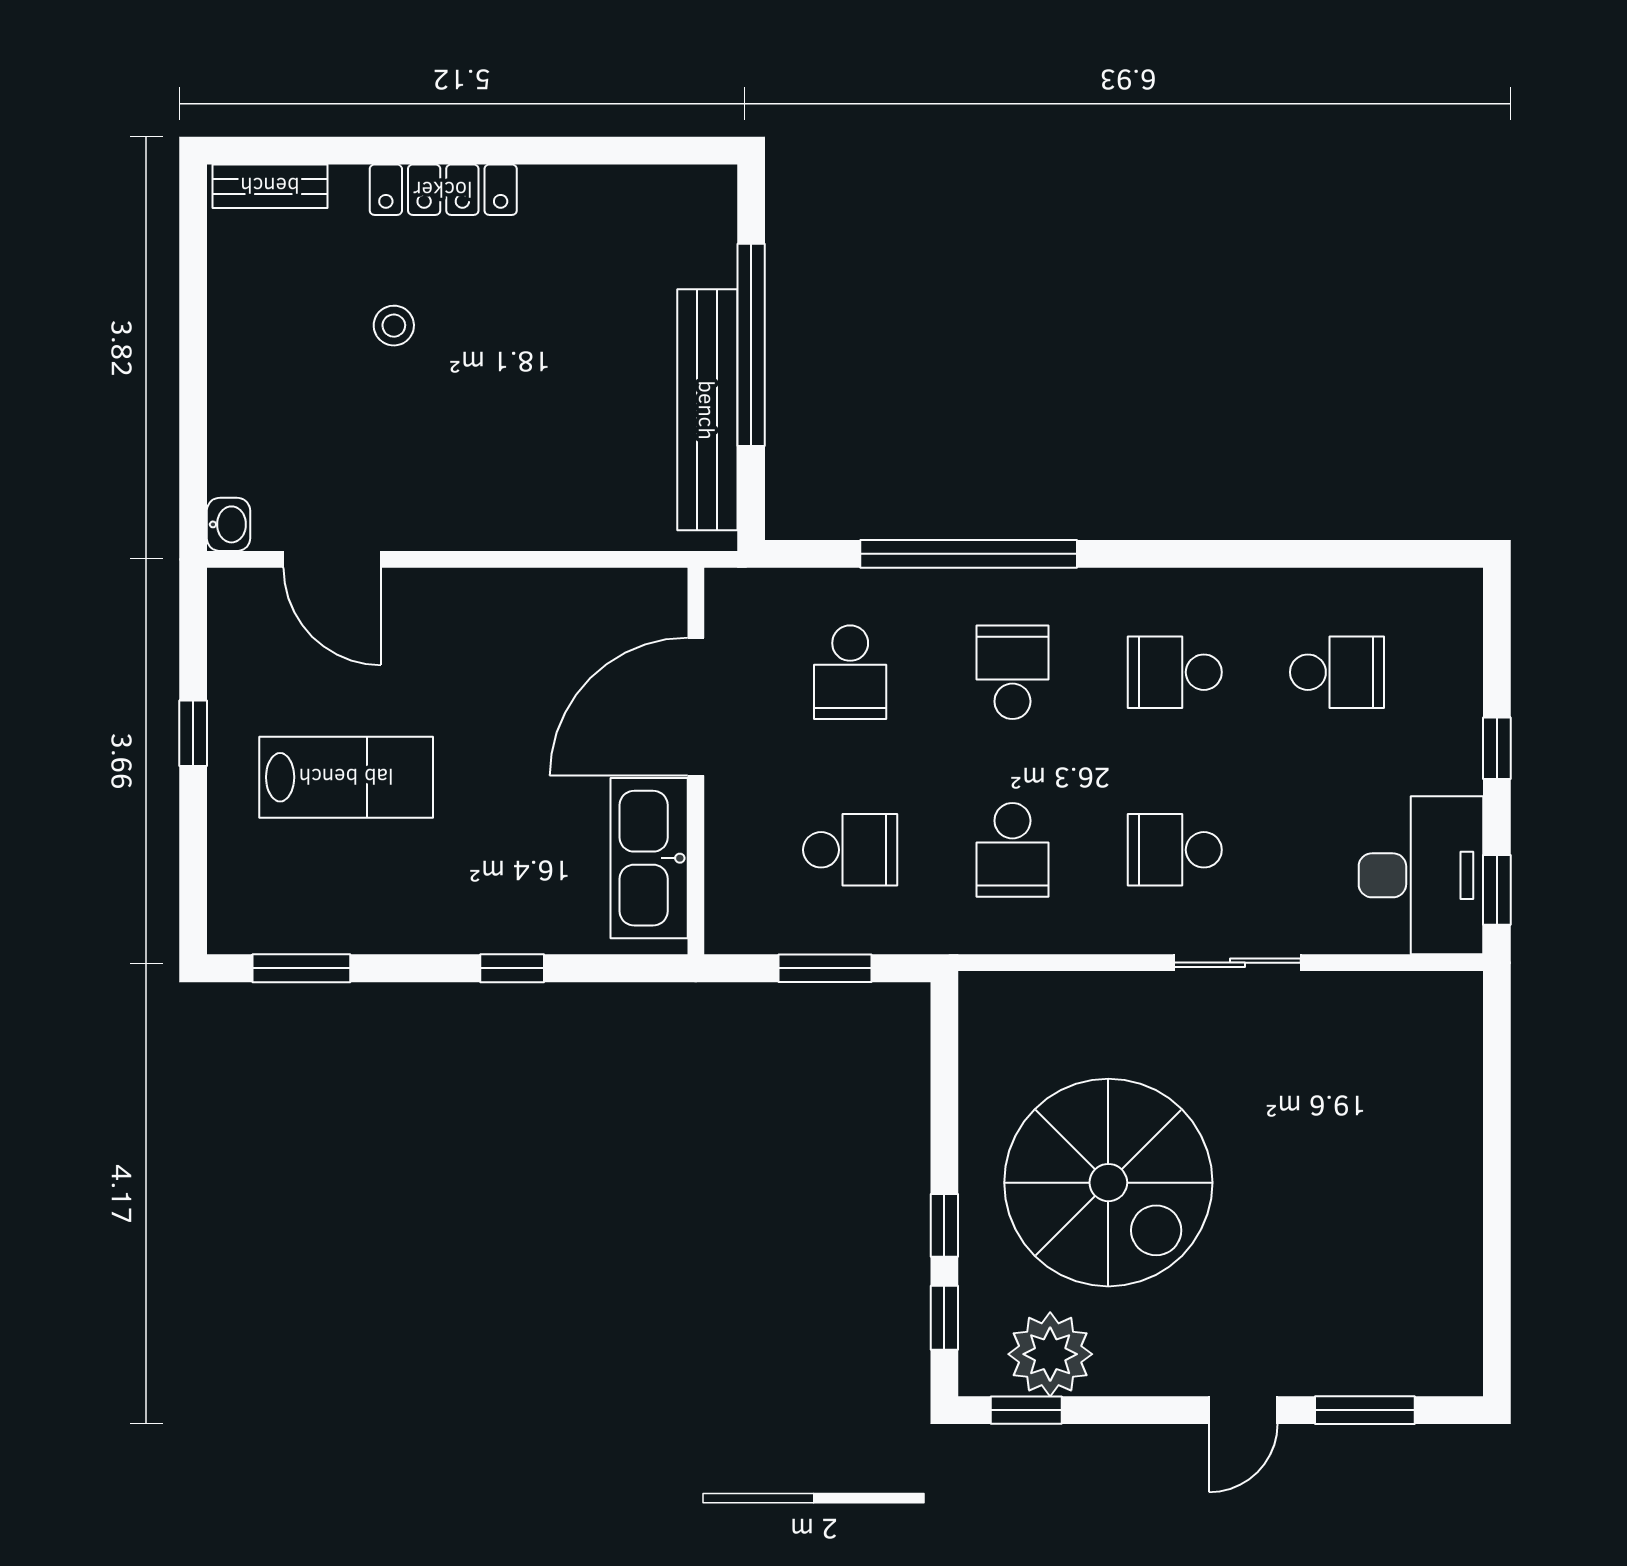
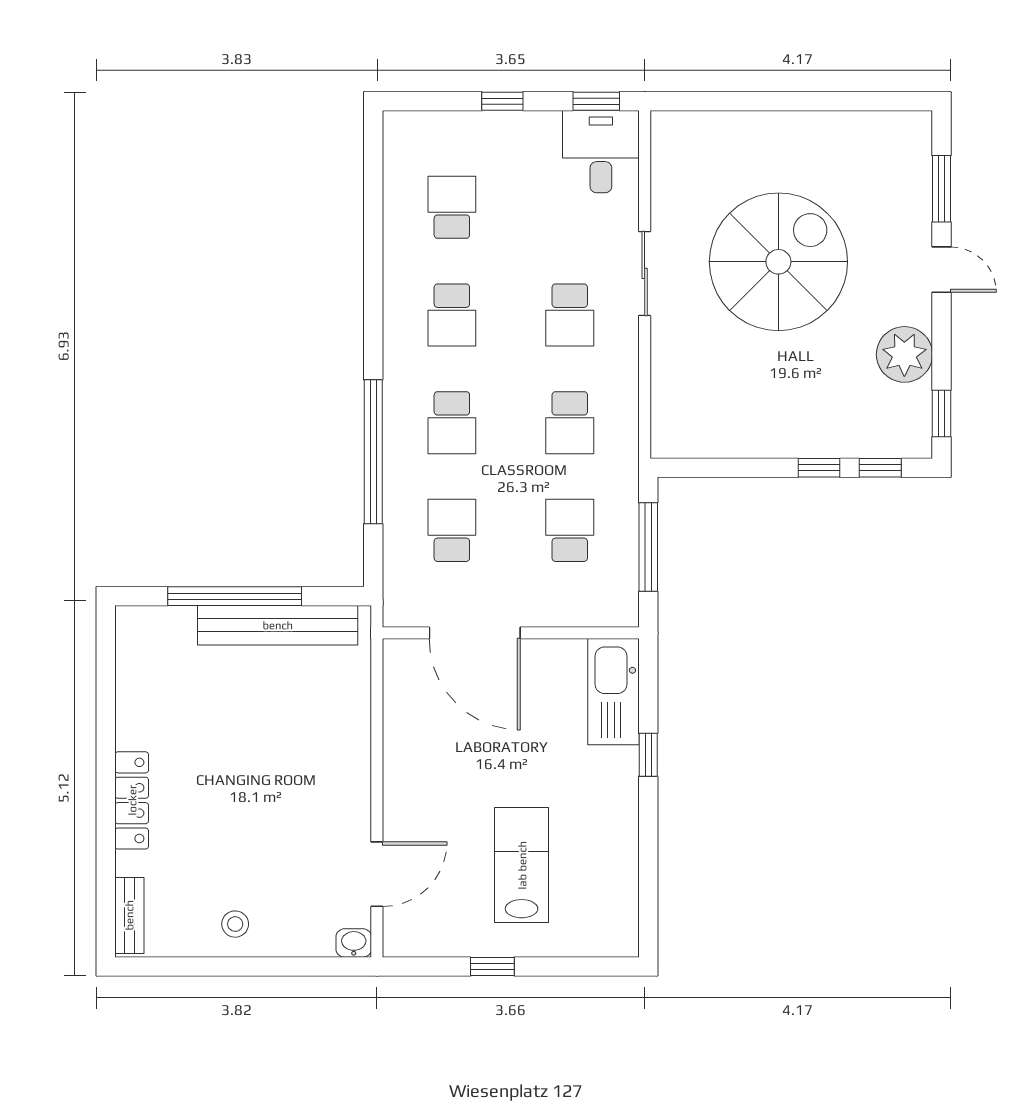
stool: (394, 326) -> (235, 924), moved
school desk: (850, 672) -> (452, 530), turned -90
school desk: (1012, 672) -> (452, 423), turned -90
school desk: (1012, 850) -> (570, 423), turned 90
kitchen sink: (649, 858) -> (614, 692), moved, turned 90
desk: (1421, 875) -> (601, 152), width x0.73
window: (301, 968) -> (648, 895), removed
window: (825, 968) -> (648, 547), width x1.44
spiral stairs: (1108, 1183) -> (778, 262), moved
plant: (1050, 1354) -> (904, 354), moved

